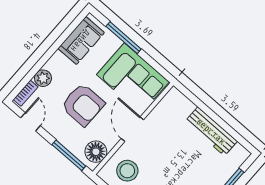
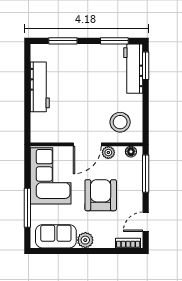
plant: (43, 78) -> (85, 240), moved
plant: (111, 140) -> (108, 153), added
floor lamp: (96, 152) -> (131, 152), width x0.53, depth x0.53

